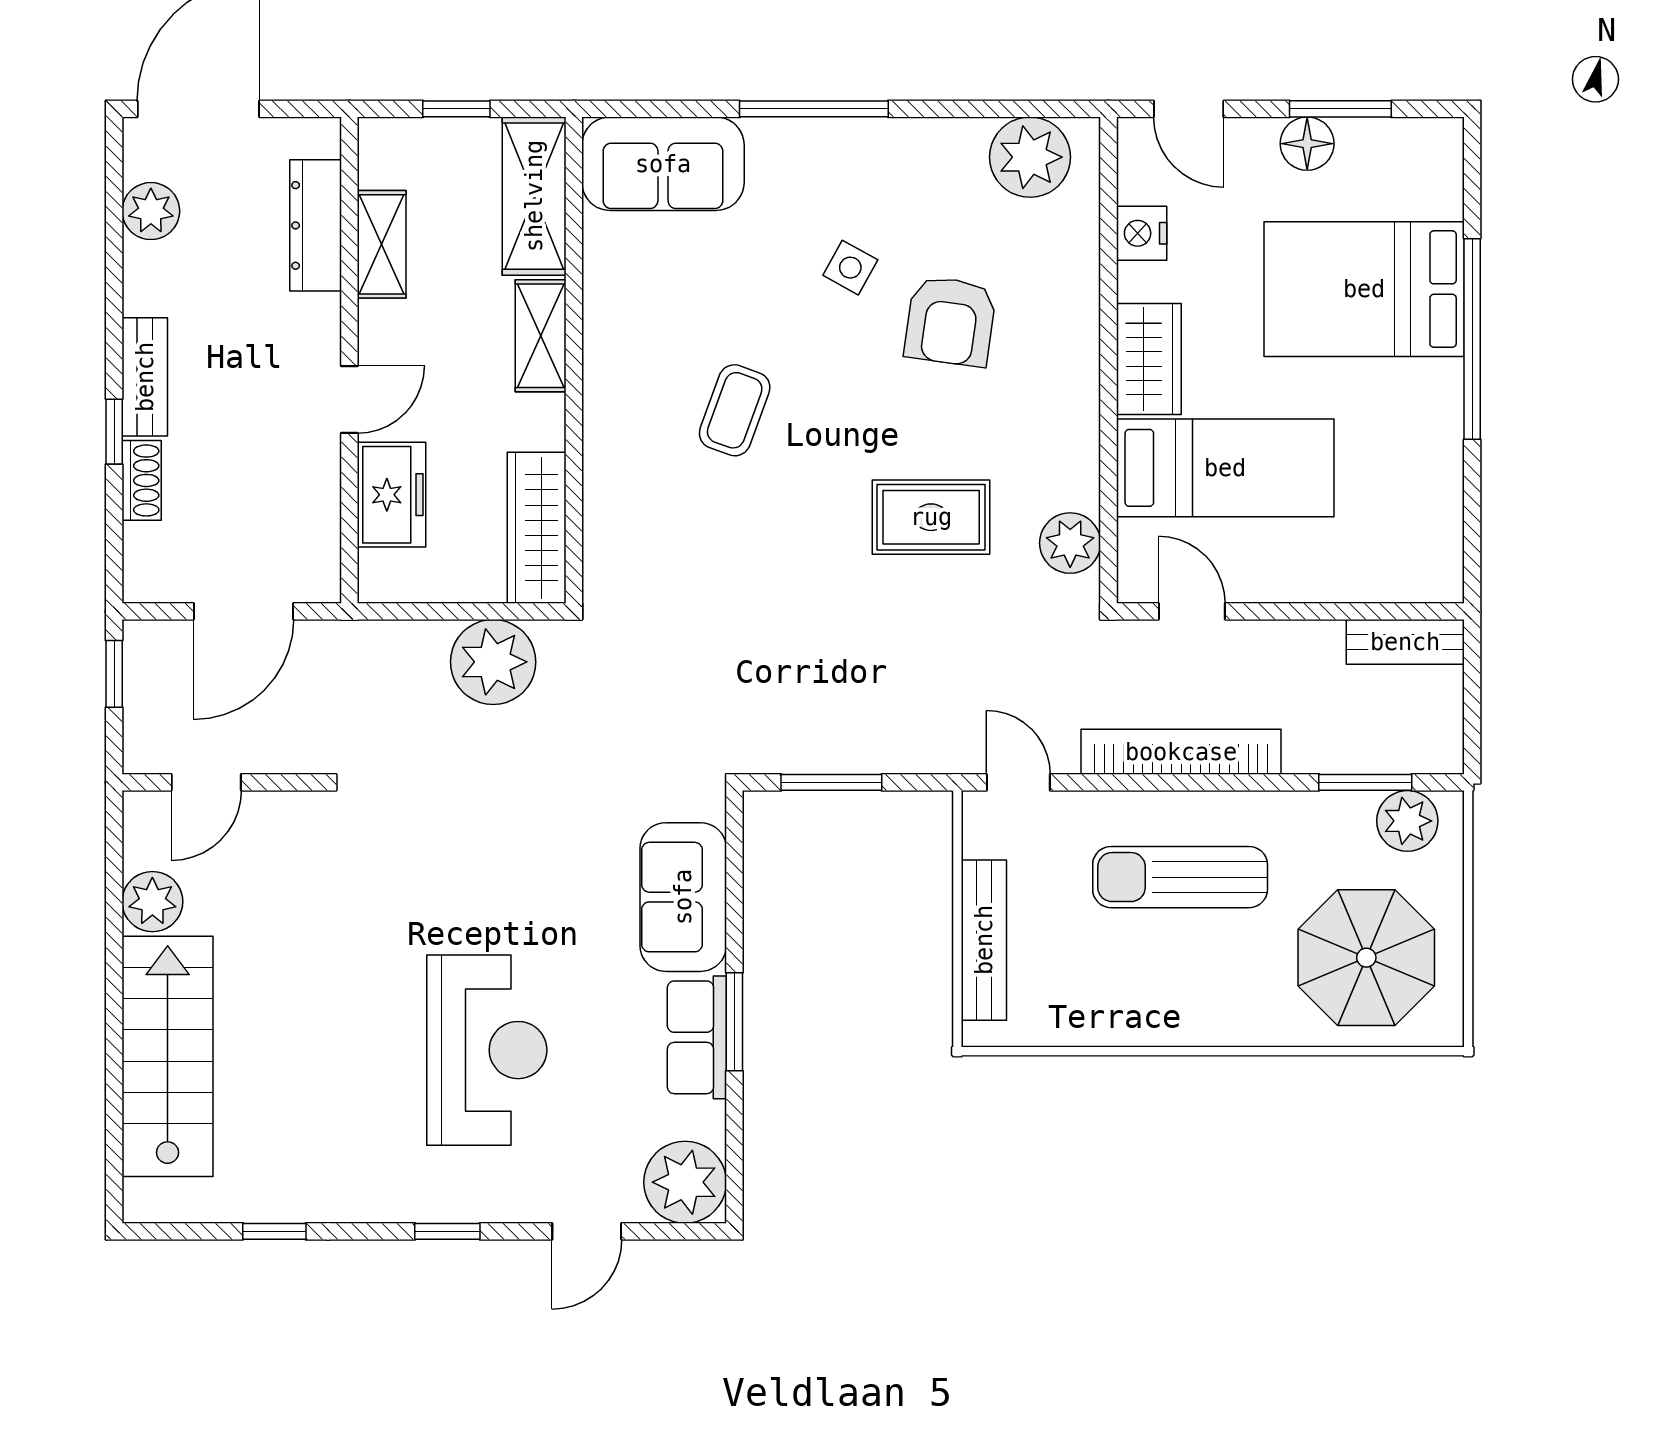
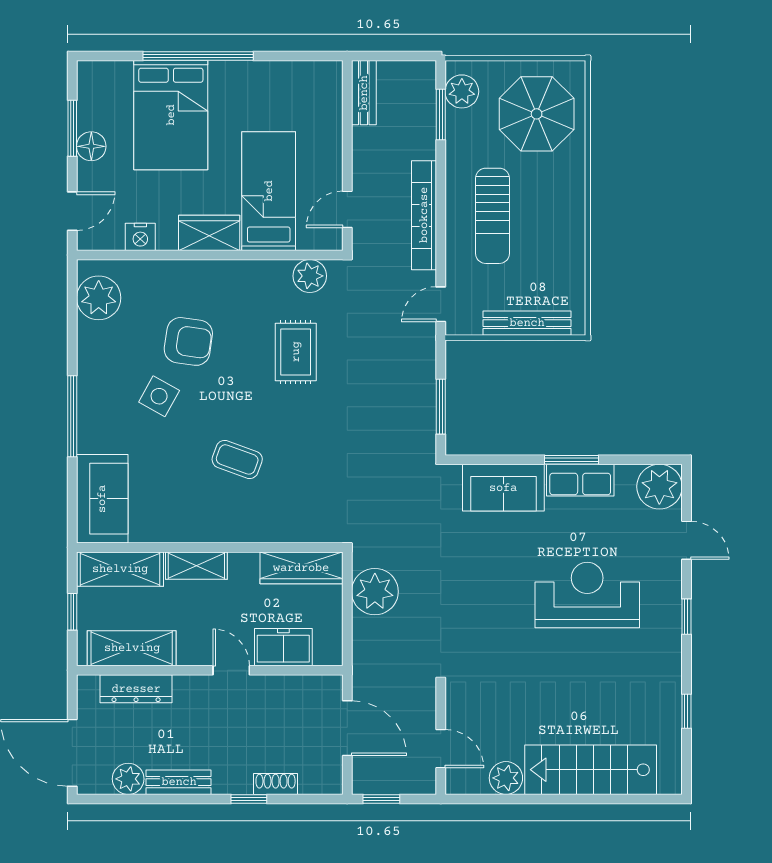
shelving: (382, 244) -> (132, 648), width x1.50, depth x1.33
side table: (850, 268) -> (159, 396), width x1.37, depth x1.37
bench: (145, 377) -> (179, 782), moved

